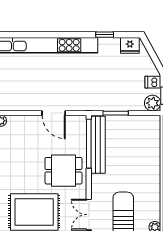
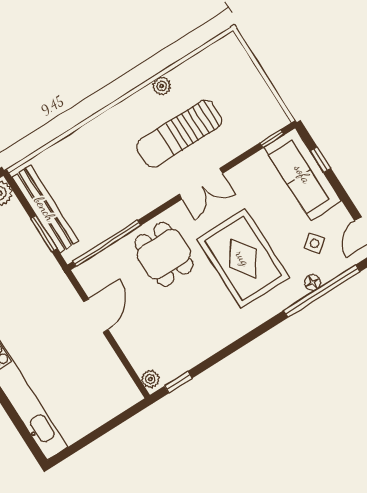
bench: (98, 145) -> (45, 209), moved, turned 90

